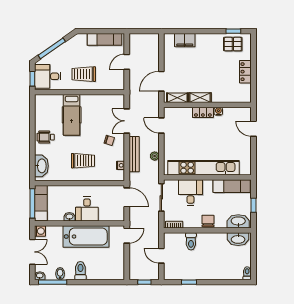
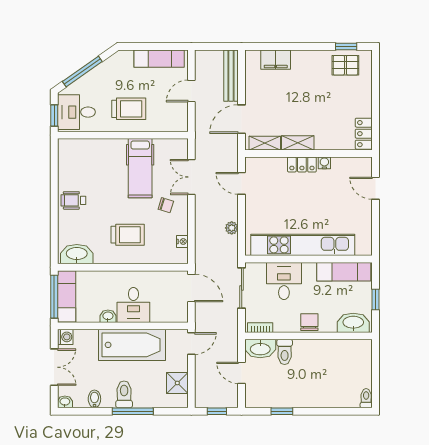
locker: (245, 72) -> (364, 134), moved
trolley: (84, 74) -> (129, 109), turned 180
hospital bed: (72, 115) -> (140, 168), moved
bench: (134, 154) -> (231, 76), moved
washbasin: (41, 166) -> (77, 254), moved, turned -90
washbasin: (238, 239) -> (260, 349), moved
shower: (117, 263) -> (177, 383), added
window: (53, 282) -> (133, 411), moved

